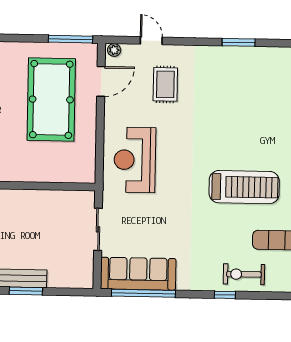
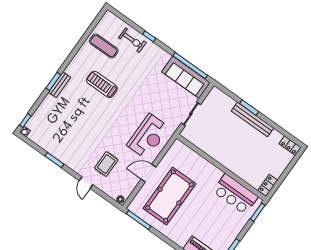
door: (151, 41) -> (86, 183), moved
door: (101, 81) -> (149, 173), moved
treadmill: (244, 187) -> (102, 84), width x0.73, depth x0.73

